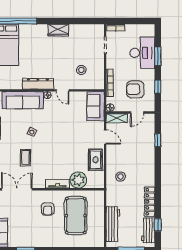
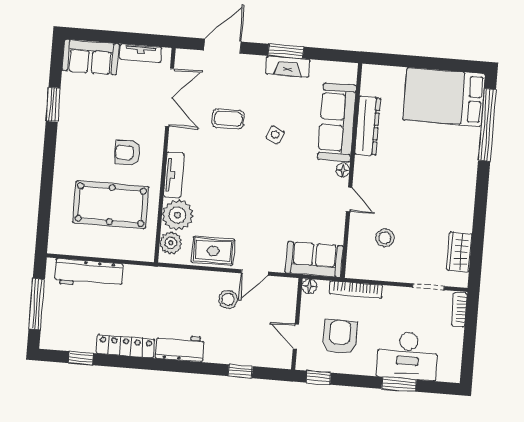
wardrobe: (58, 30) -> (459, 252), moved
dresser: (38, 84) -> (368, 126), moved
window: (158, 87) -> (319, 378), moved
door: (63, 90) -> (349, 199), swing flipped
shelving: (117, 118) -> (288, 297), removed
stool: (121, 177) -> (228, 299), moved
plant: (93, 182) -> (171, 243), added
workbench: (148, 230) -> (180, 348), moved

